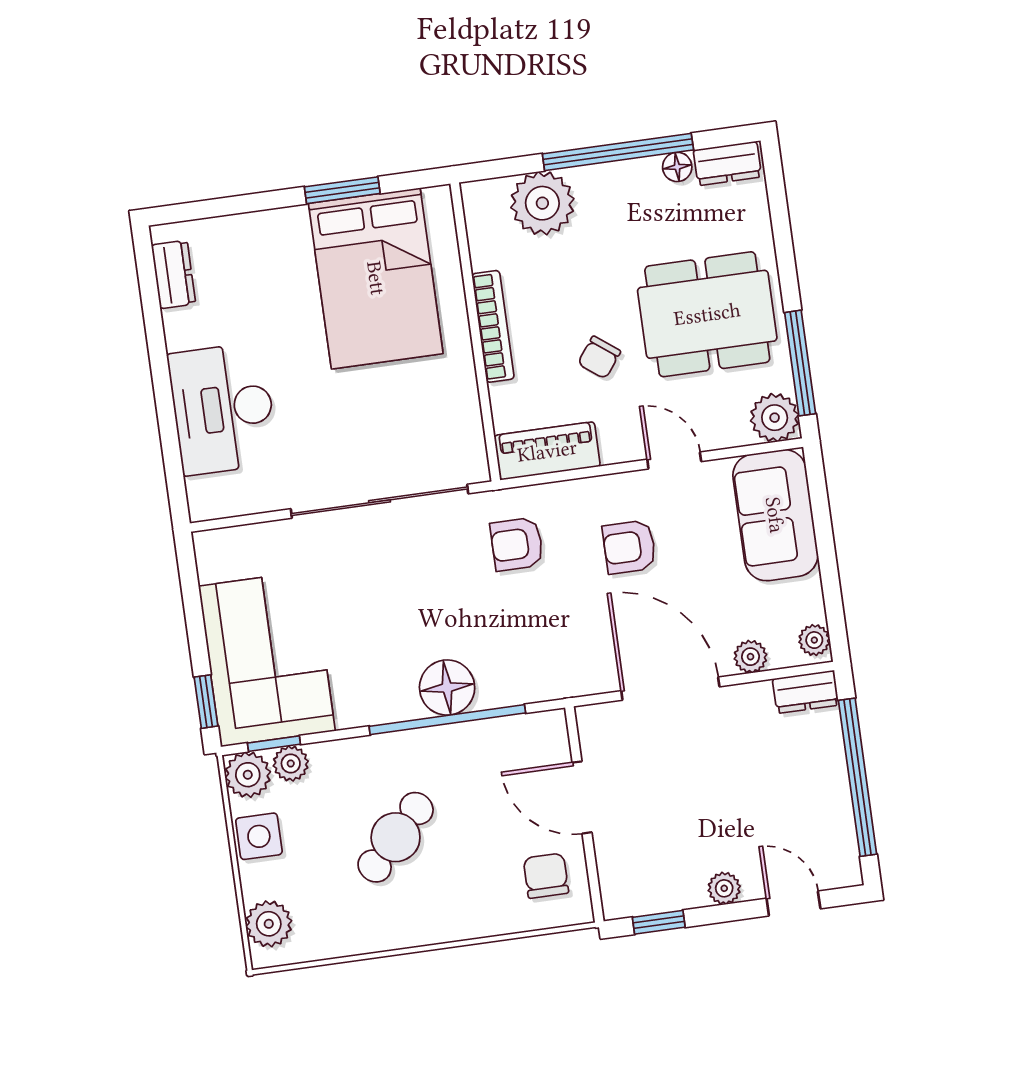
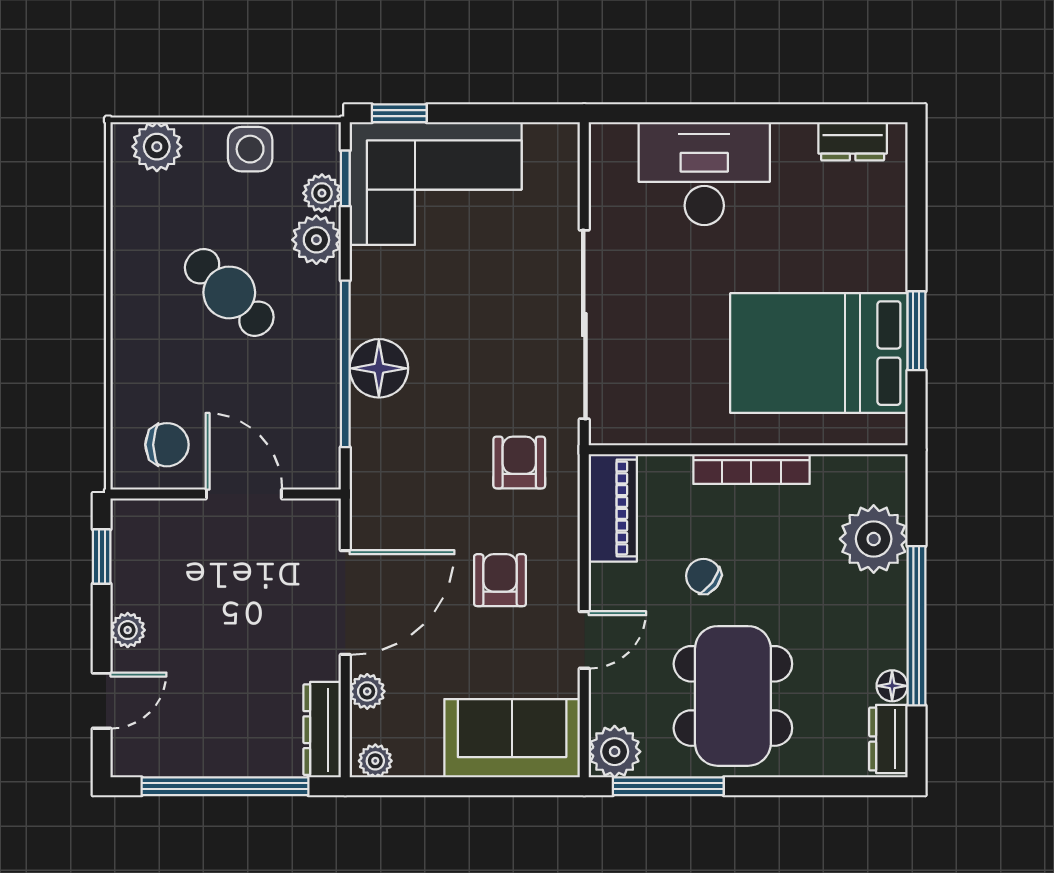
dresser: (806, 692) -> (322, 730), width x1.44
plant: (248, 775) -> (316, 240), moved
door: (582, 797) -> (244, 494), hinge flipped

